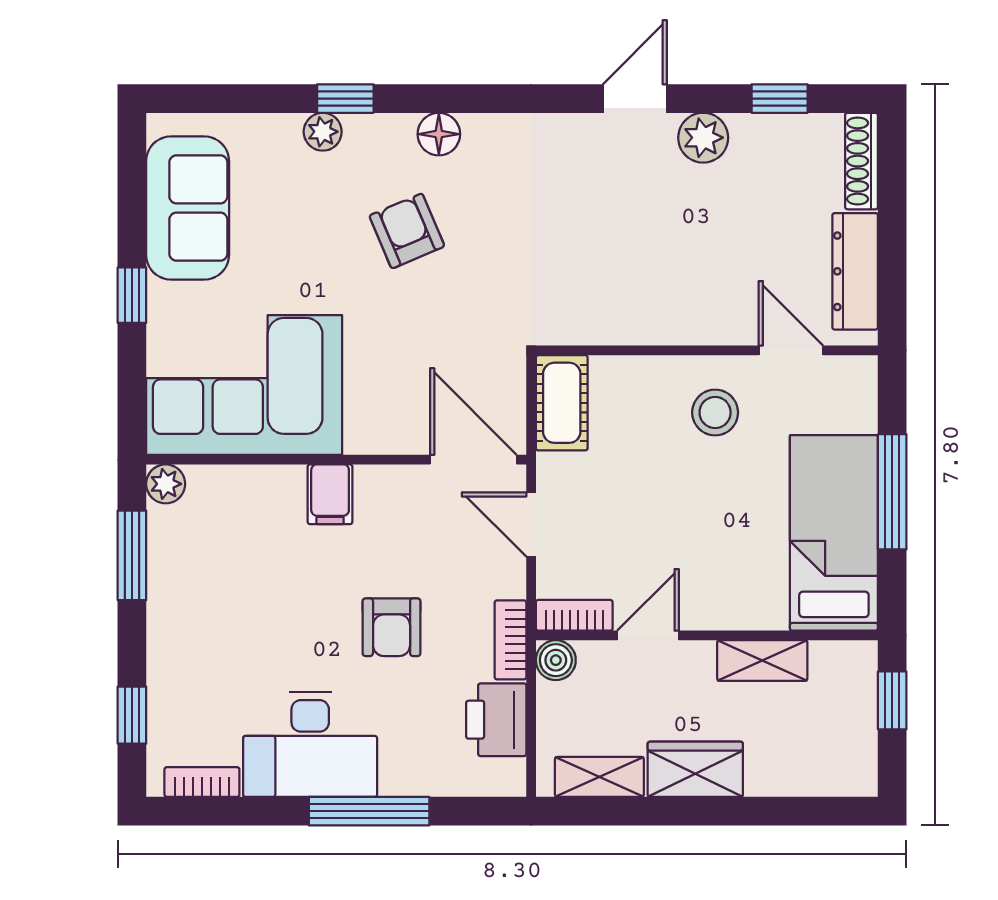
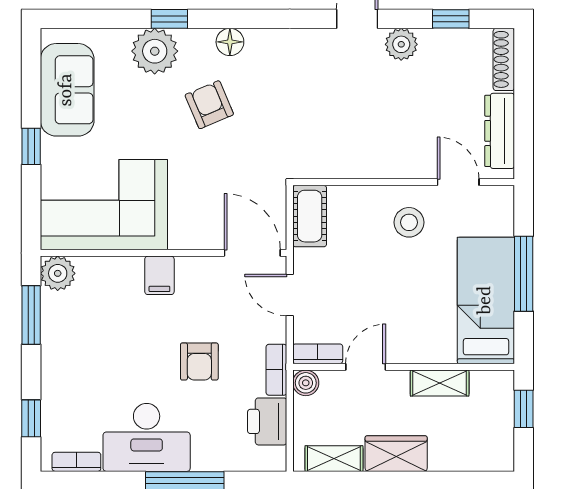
plant: (323, 132) -> (155, 51), width x1.88, depth x1.88
plant: (166, 484) -> (58, 273), width x1.38, depth x1.38

